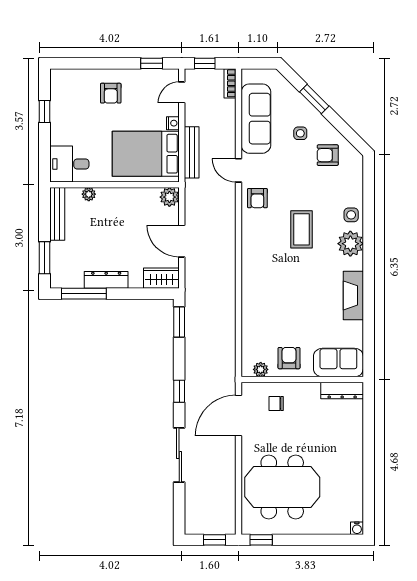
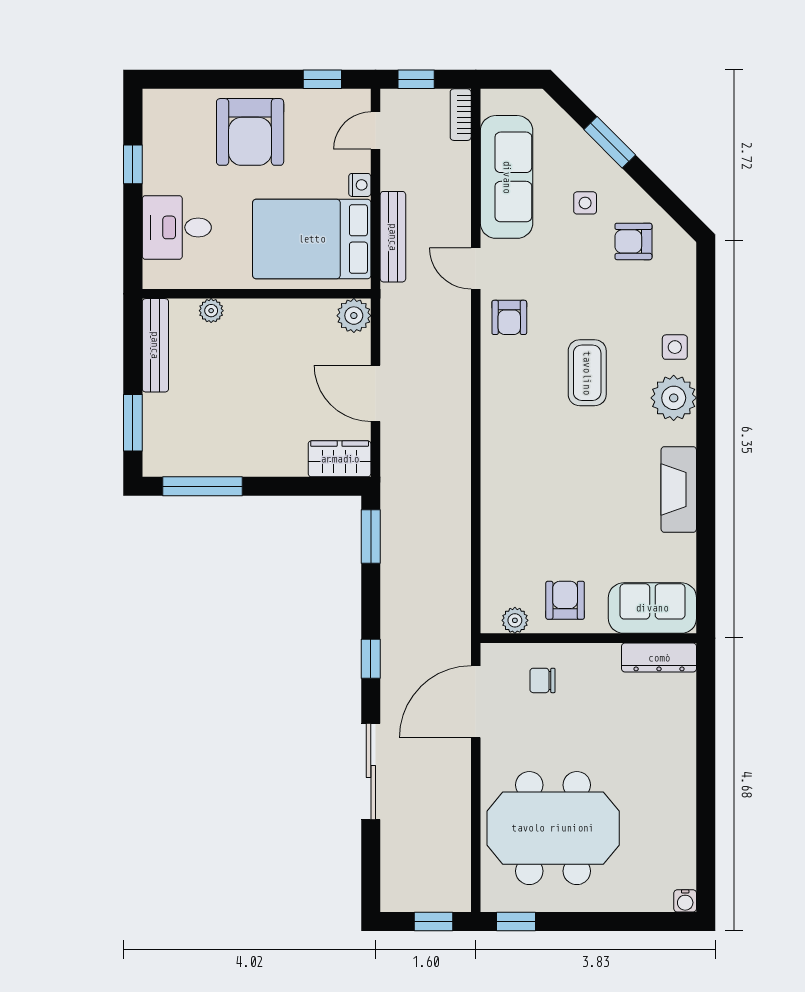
armchair: (111, 93) -> (250, 132), width x1.88, depth x1.88
desk: (69, 164) -> (177, 227), moved
dresser: (106, 280) -> (242, 462), removed

